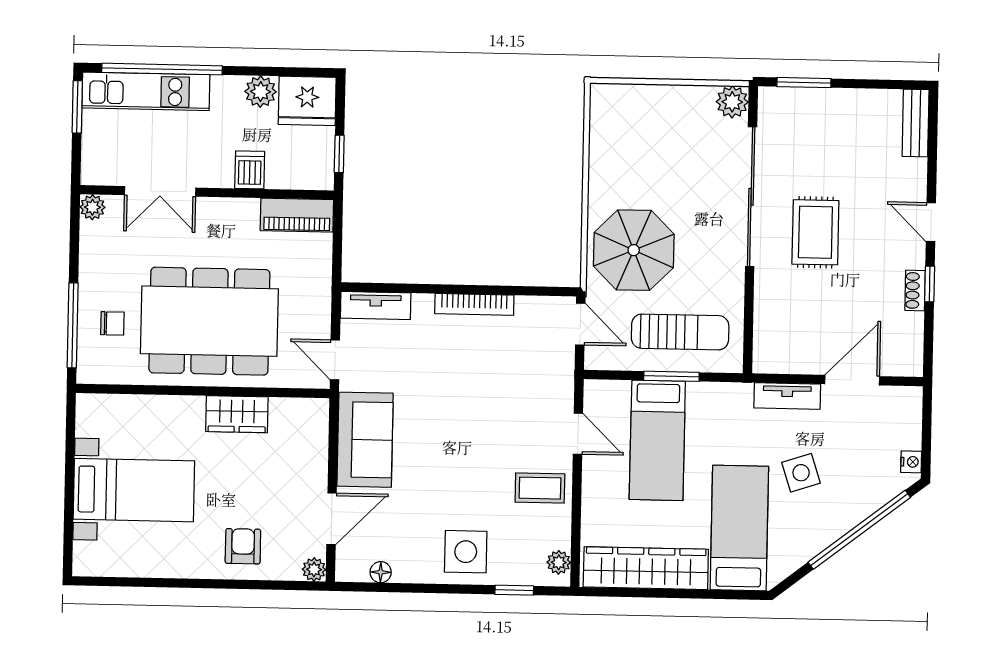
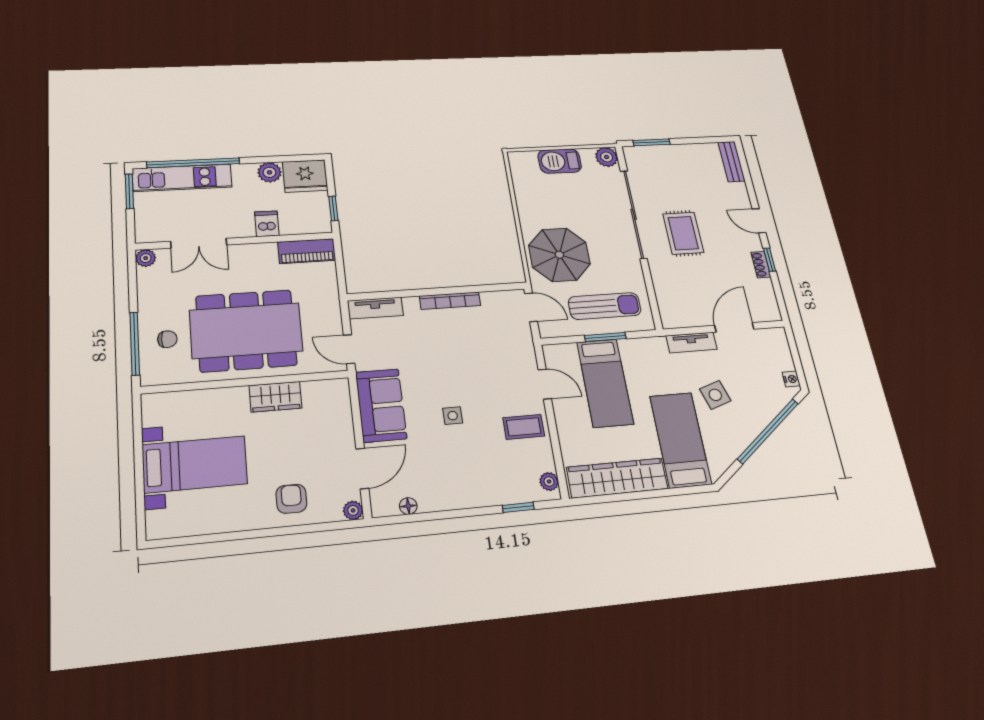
barbecue: (663, 104) -> (560, 161), added
side table: (466, 552) -> (453, 416), moved, width x0.54, depth x0.54

